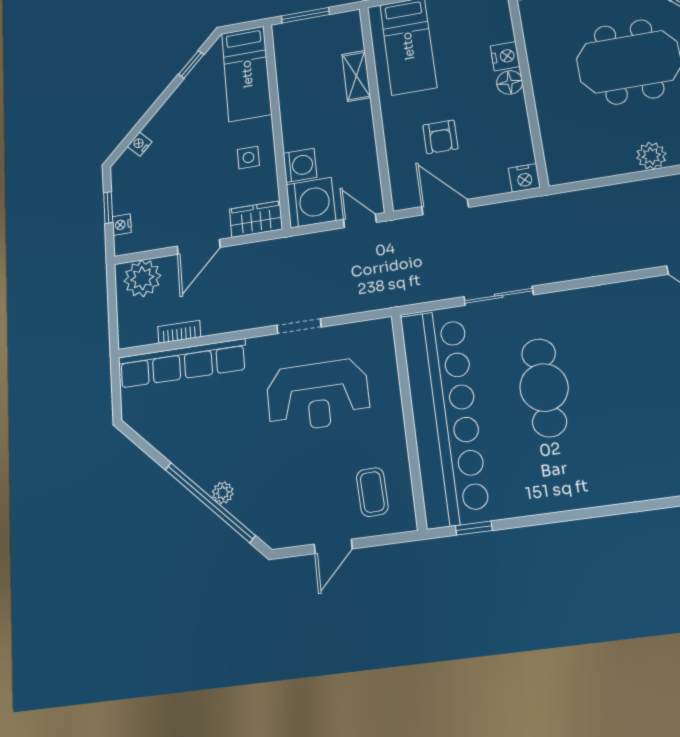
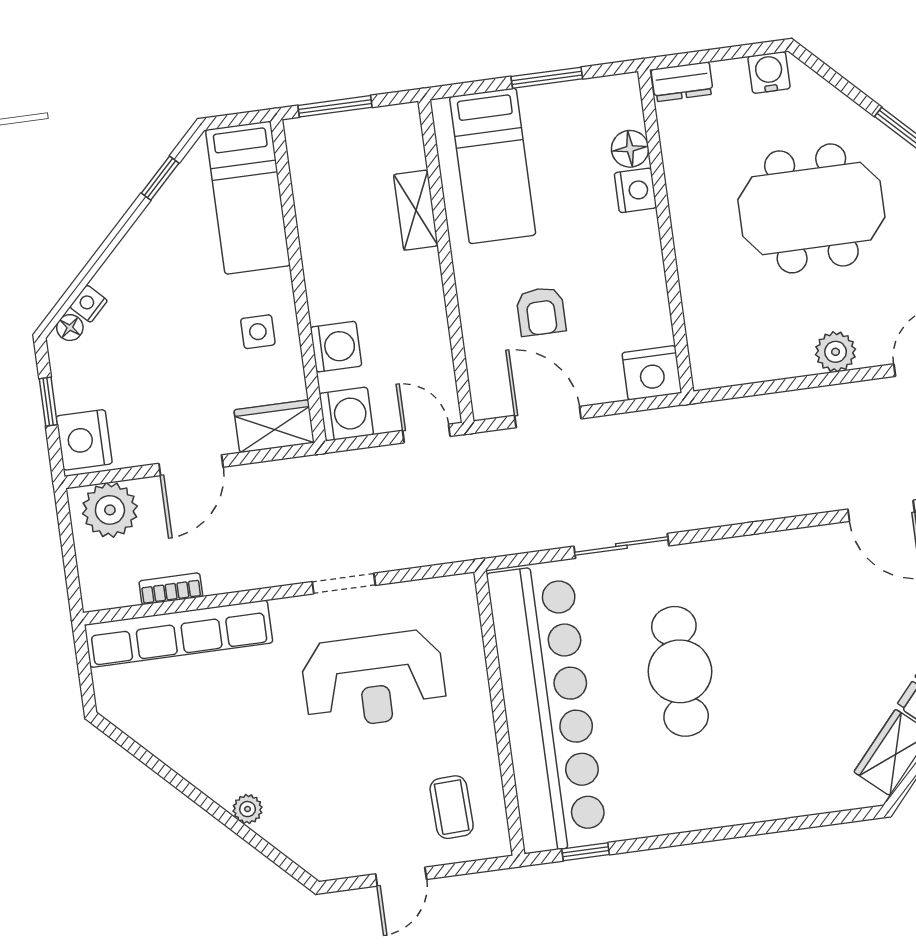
floor lamp: (510, 82) -> (630, 149), moved
floor lamp: (126, 160) -> (70, 328), added
nightstand: (524, 178) -> (652, 373), width x1.36, depth x1.33
washing machine: (311, 203) -> (346, 414), width x0.73, depth x0.73
nightstand: (122, 225) -> (84, 440), width x1.89, depth x1.79
window: (210, 502) -> (230, 822), removed

